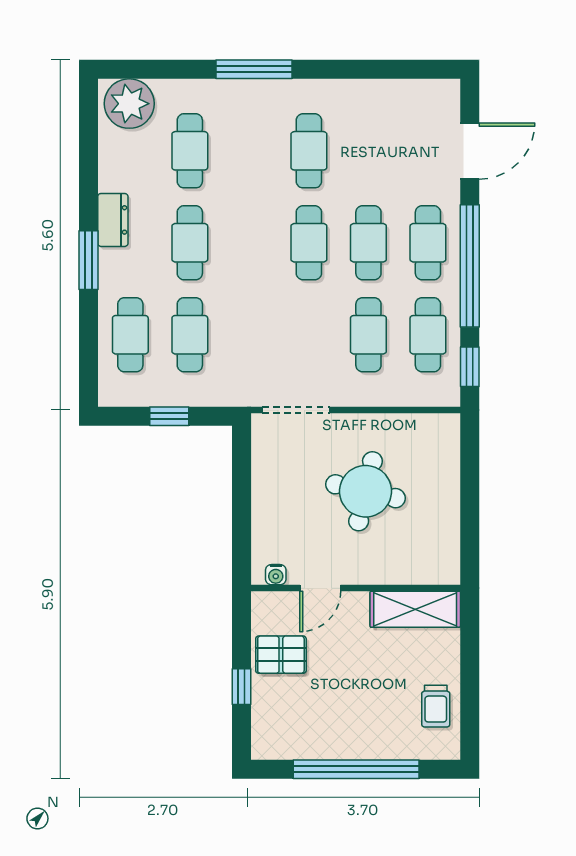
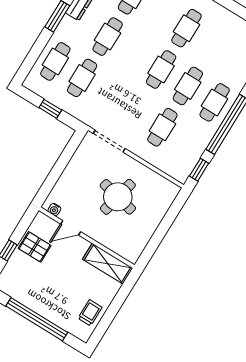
cafe table: (428, 335) -> (189, 144), removed
trolley: (436, 706) -> (90, 313), turned 180

